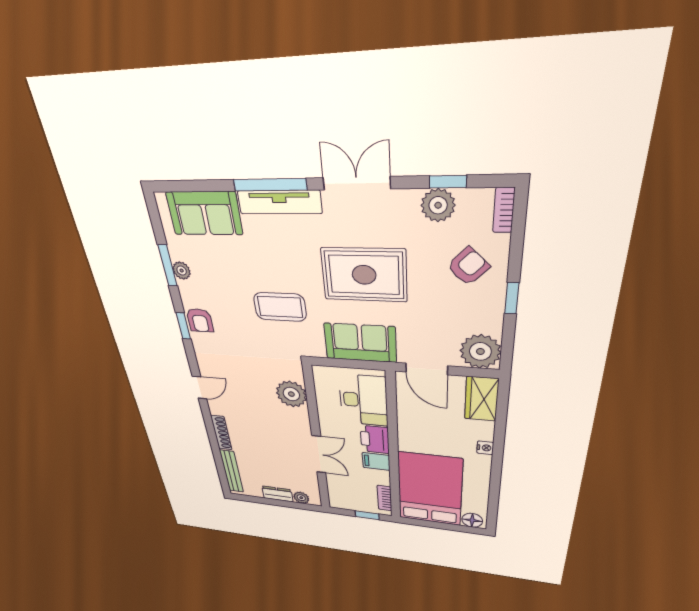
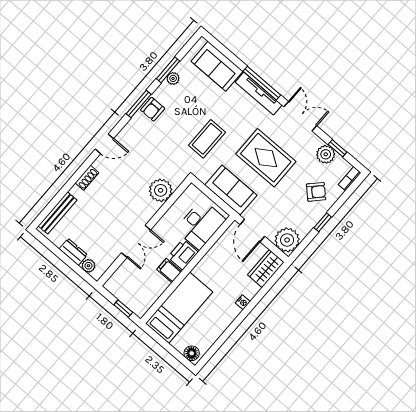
coffee table: (280, 307) -> (207, 139), turned 90
window: (183, 326) -> (139, 104), width x1.50
shoe rack: (221, 433) -> (87, 178), width x0.70
bed: (430, 489) -> (179, 308), width x0.67
bookcase: (385, 498) -> (149, 302), removed

